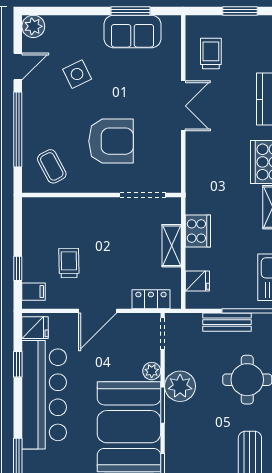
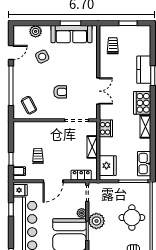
plant: (33, 26) -> (36, 31), moved
sofa: (132, 31) -> (71, 34), width x1.36
double door: (183, 106) -> (98, 91), moved
armchair: (111, 141) -> (60, 92), width x0.53, depth x0.53
cooker: (198, 231) -> (106, 128), moved
fridge: (197, 281) -> (108, 166), width x1.88, depth x1.34
bench: (227, 322) -> (121, 187), removed

